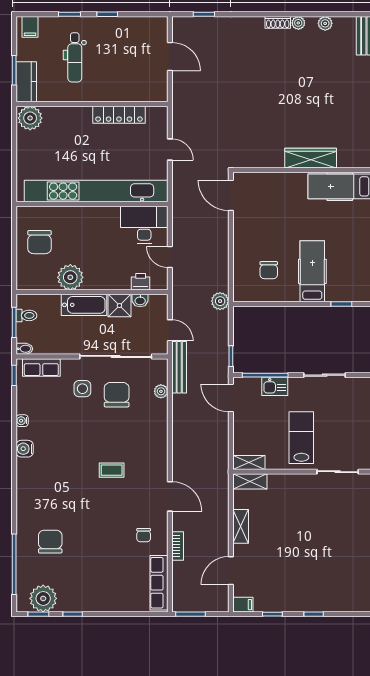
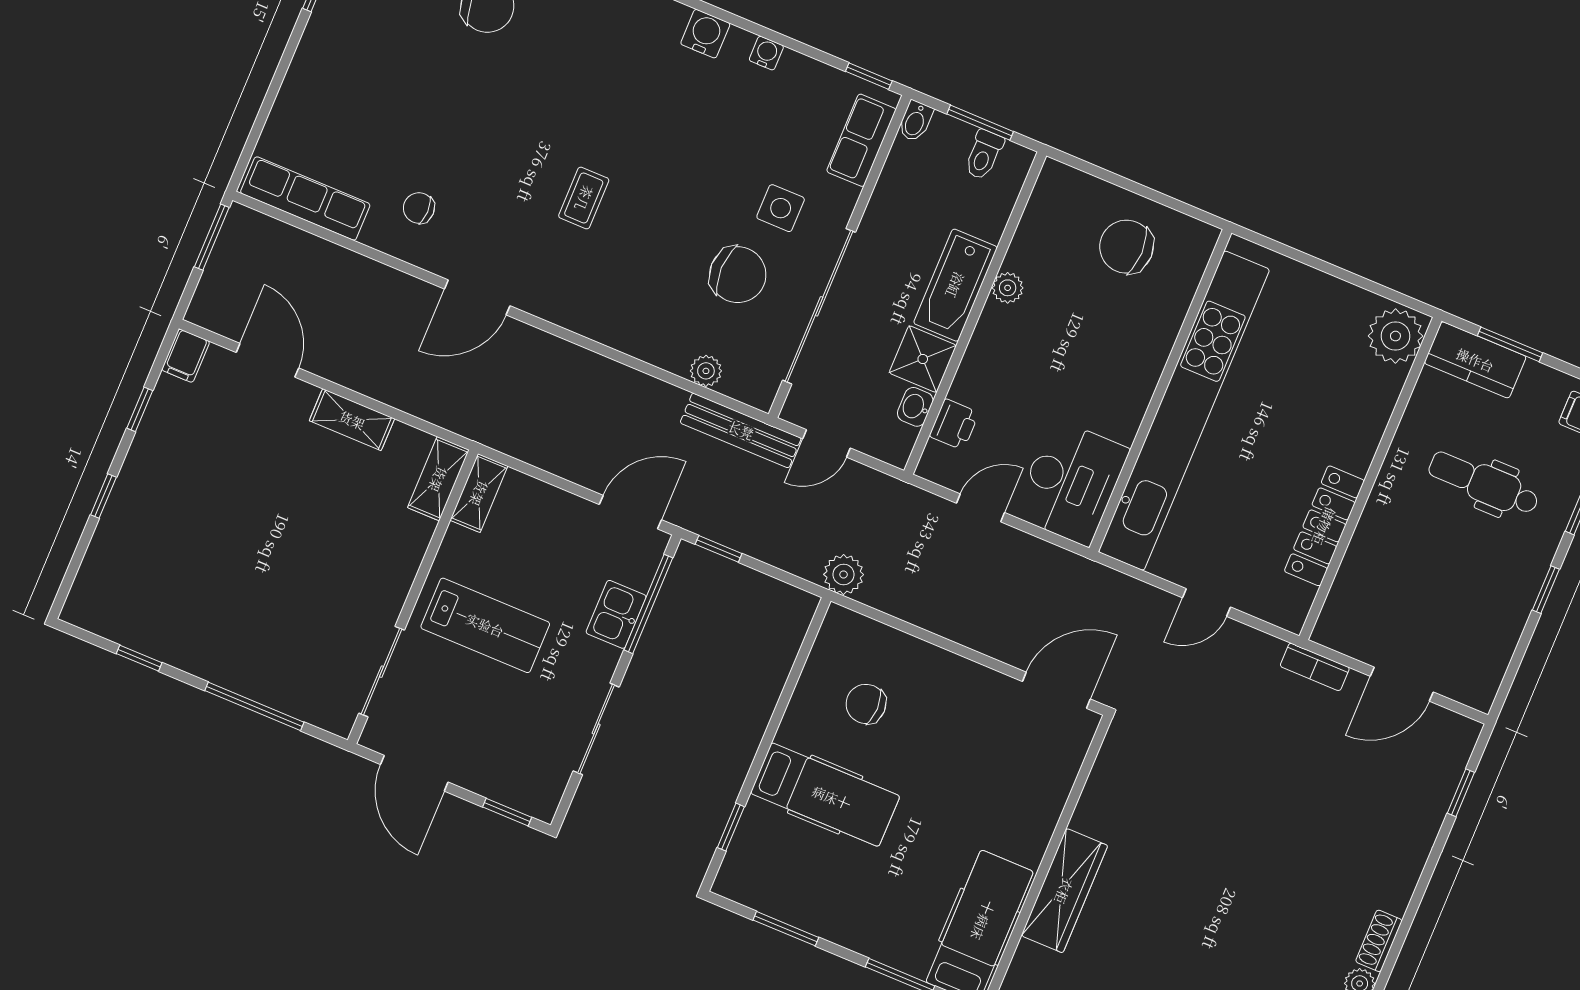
plant: (70, 277) -> (1008, 288), width x0.53, depth x0.53
bookcase: (178, 546) -> (1315, 667), moved

